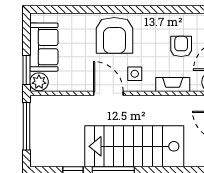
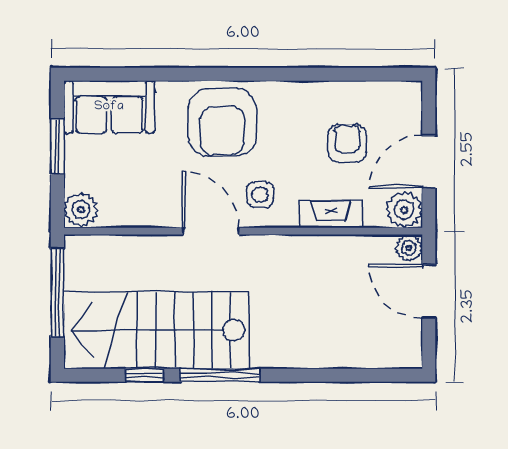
sofa: (44, 47) -> (109, 107), moved, turned 90
window: (26, 70) -> (57, 147), moved
stairs: (134, 146) -> (156, 330), moved

